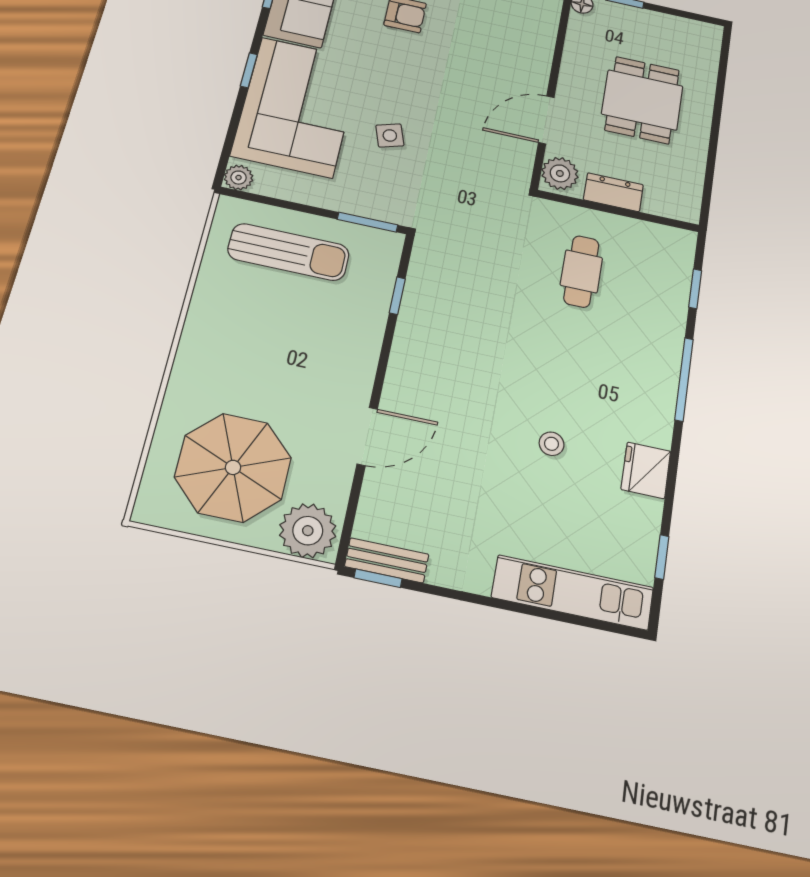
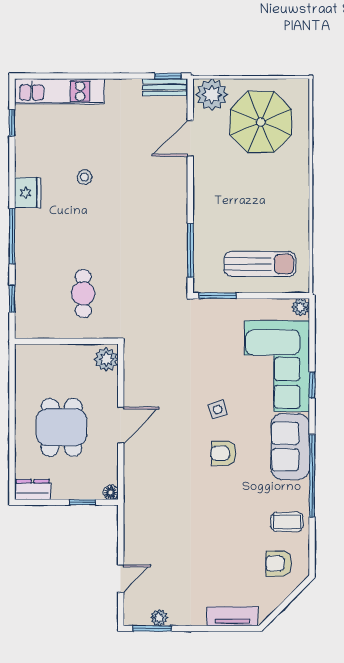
door: (546, 120) -> (121, 425), moved
side table: (390, 135) -> (218, 410), moved
dresser: (613, 192) -> (33, 490), moved, turned 180
sun lounger: (288, 252) -> (260, 264), turned 180
window: (397, 296) -> (190, 251), width x2.17
door: (367, 436) -> (190, 138), moved
fridge: (646, 470) -> (28, 193), moved

